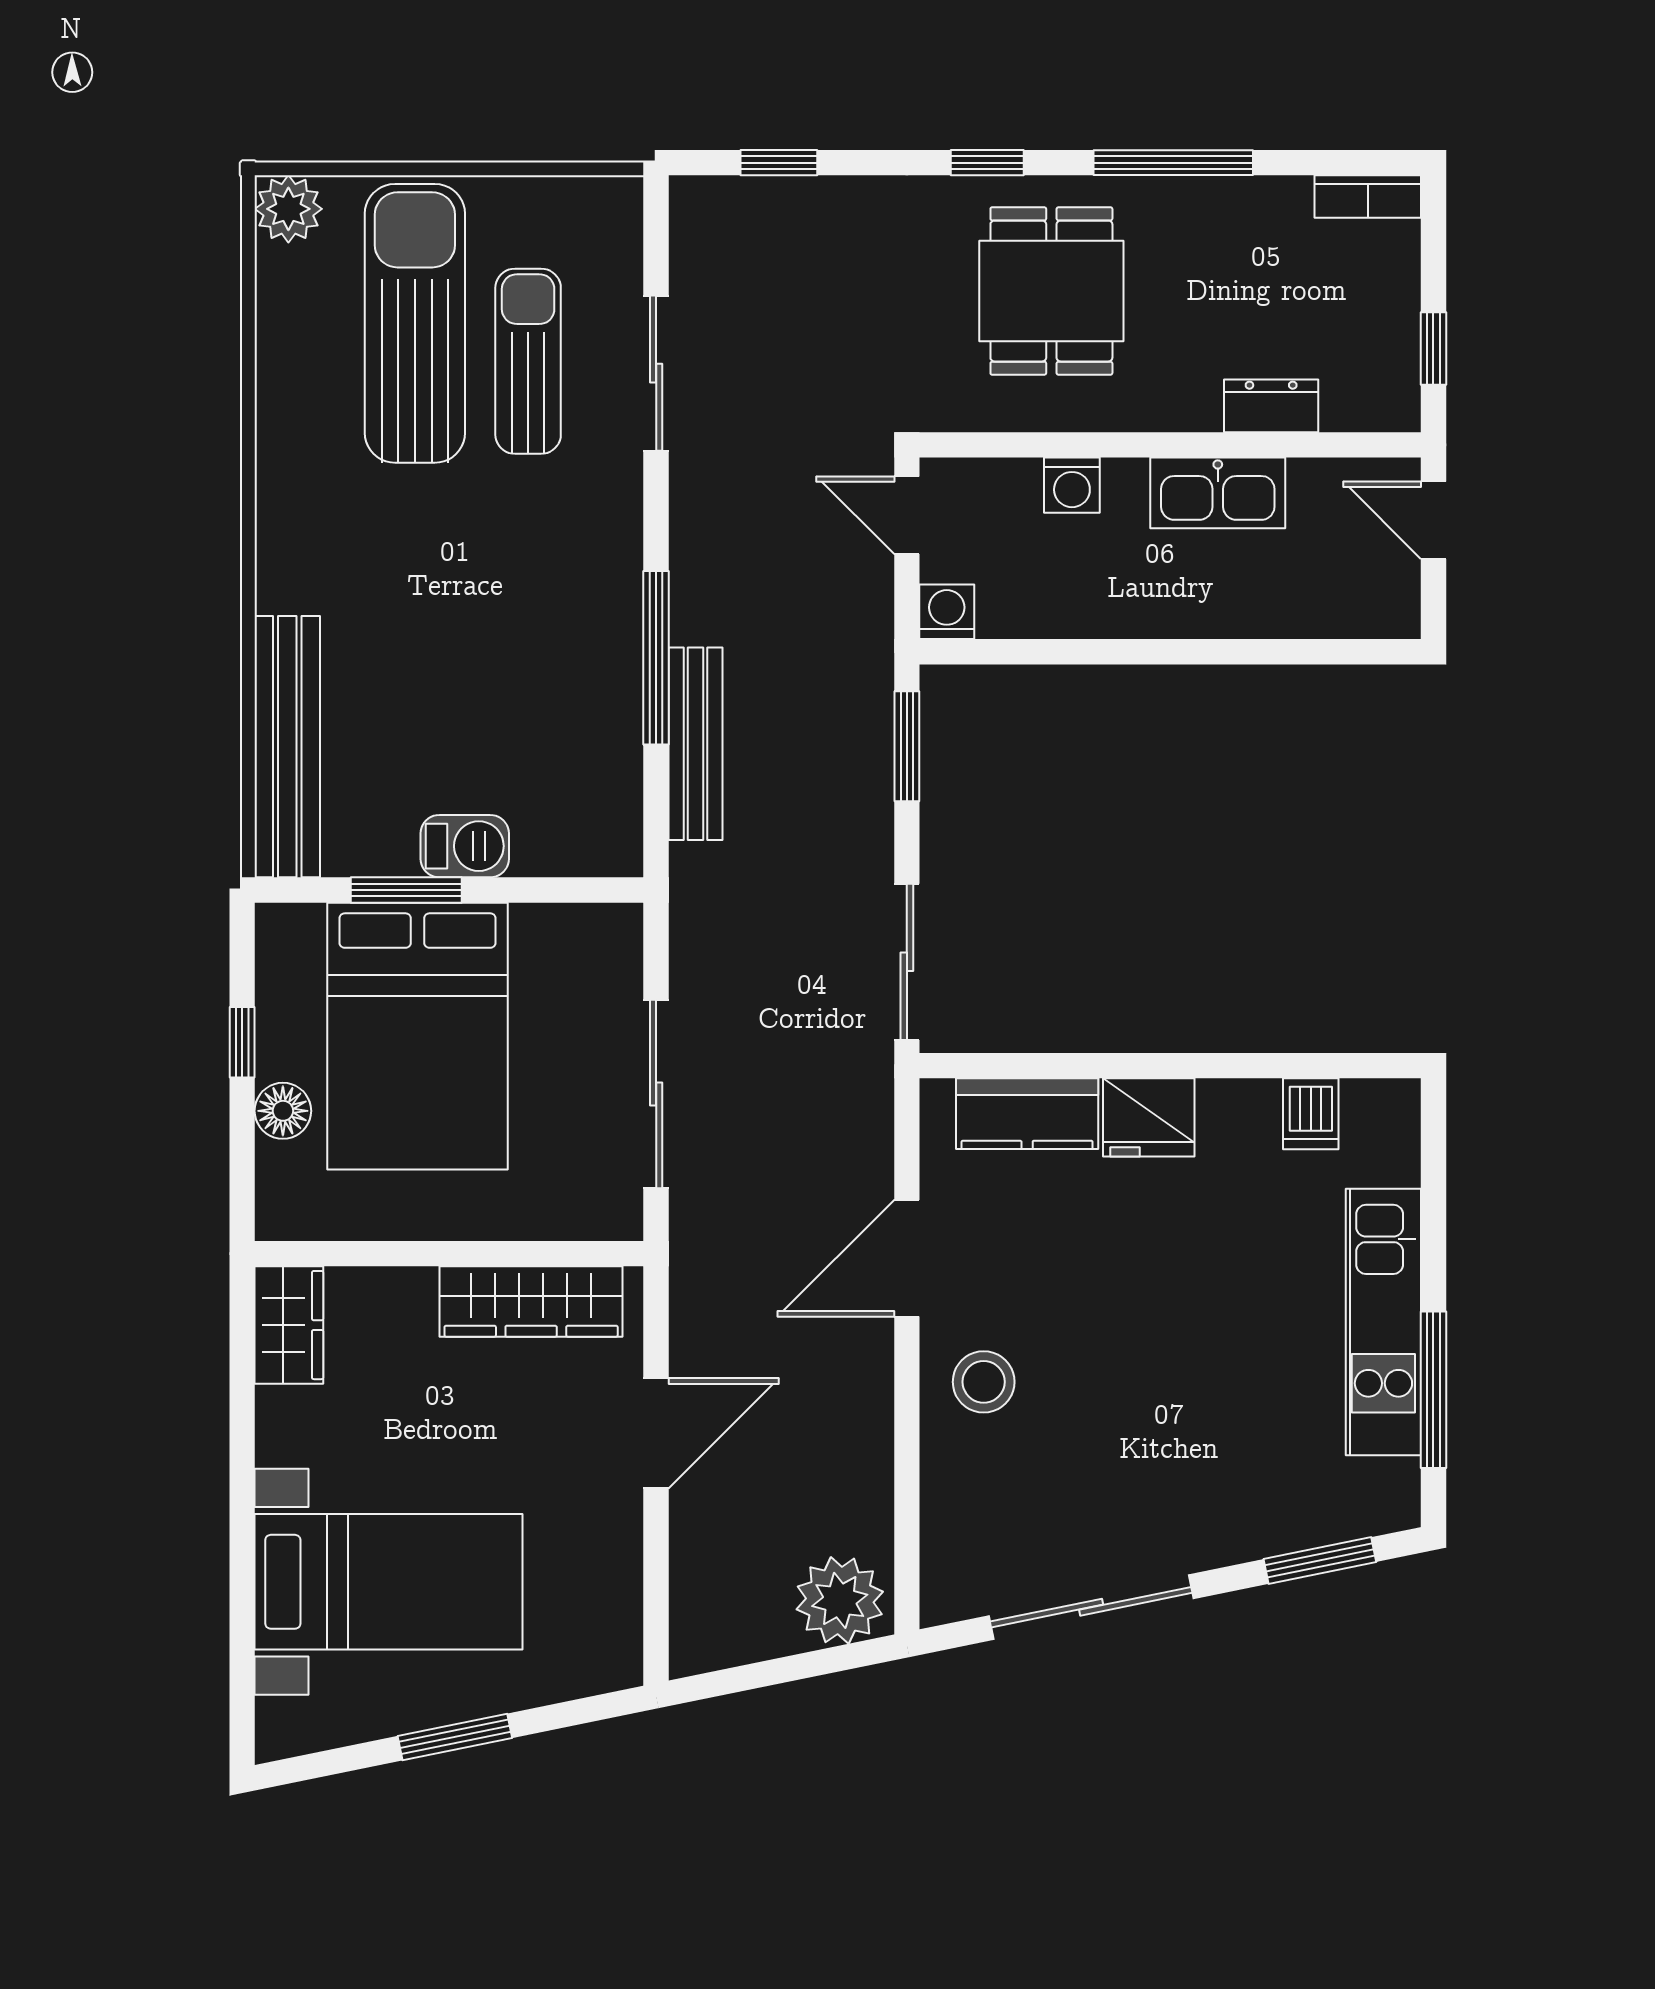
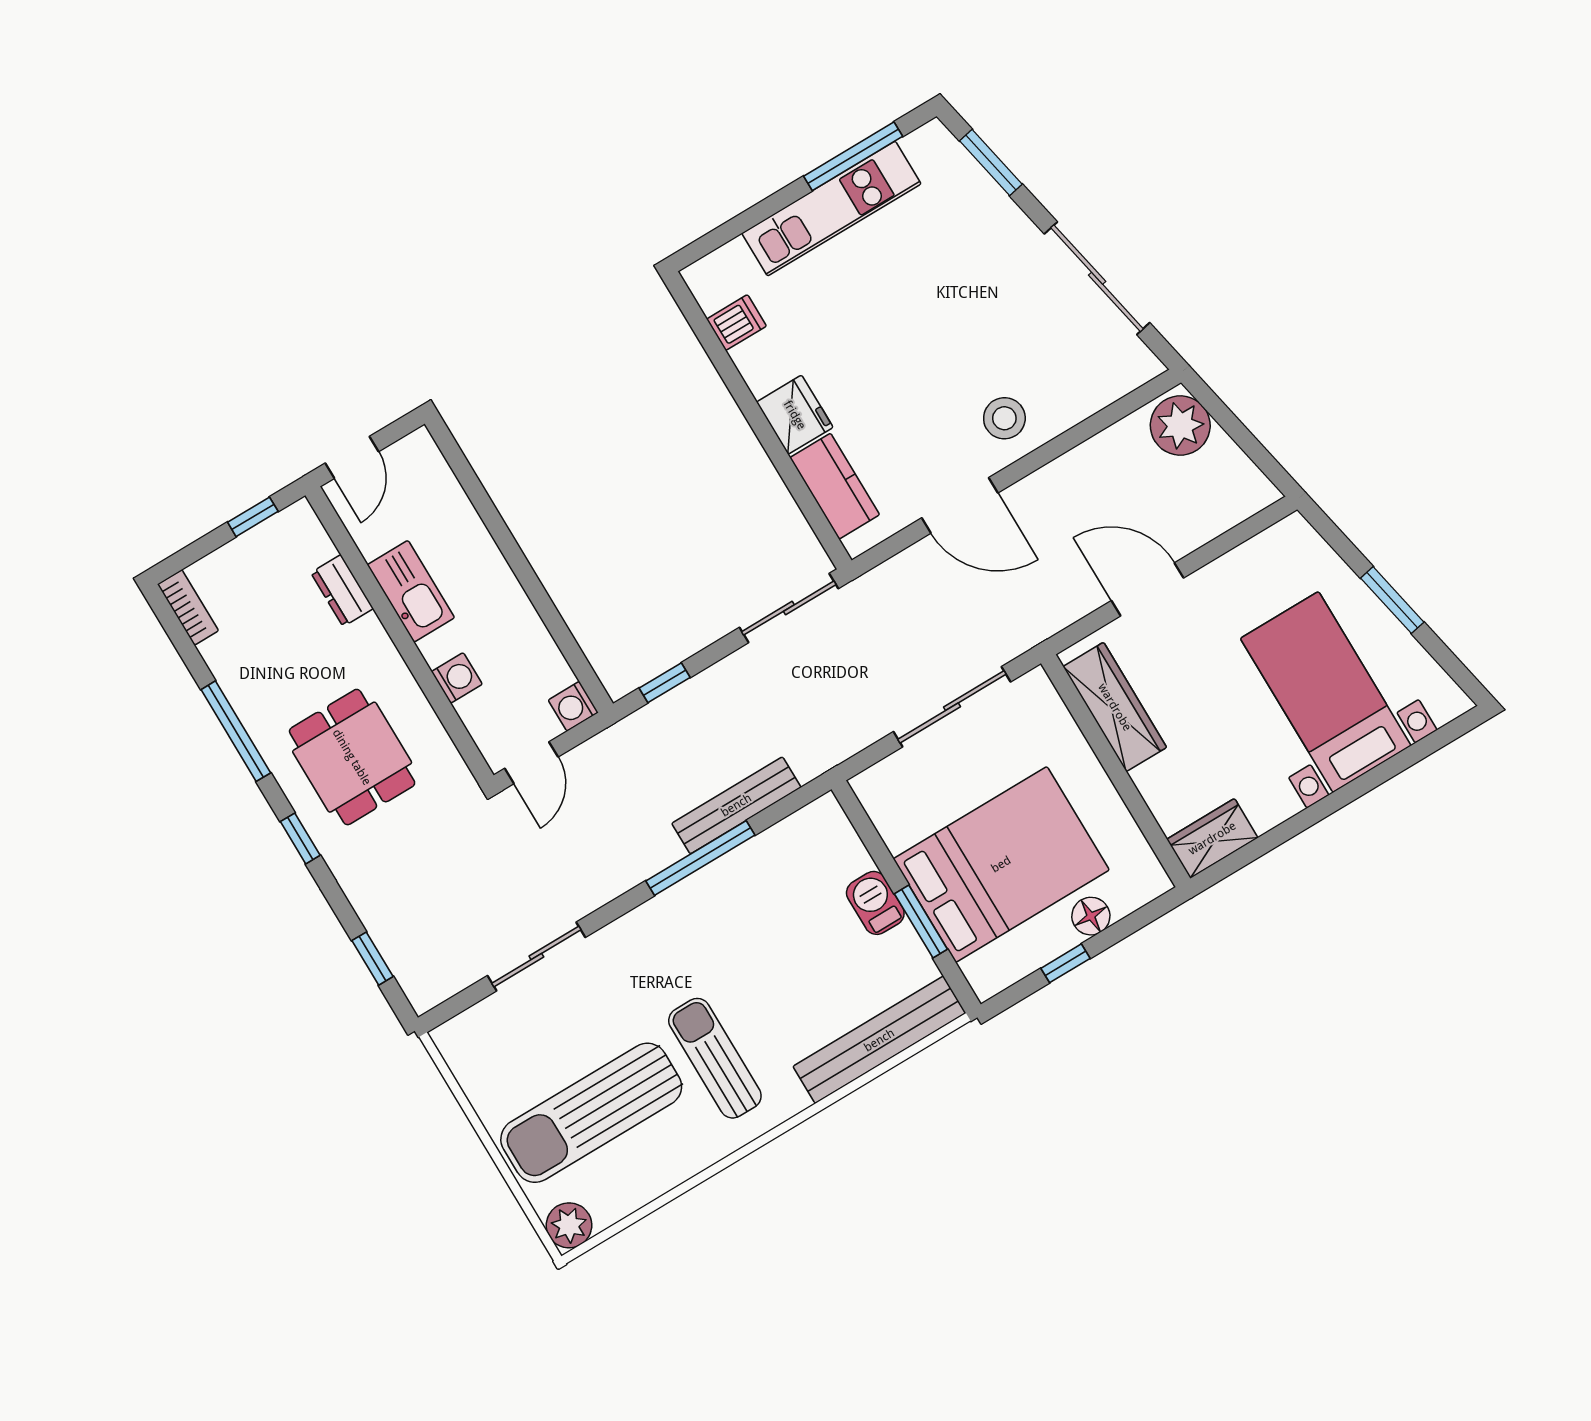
dining table: (1051, 291) -> (352, 757), turned 90
sun lounger: (528, 361) -> (715, 1058), moved, turned 90
window: (907, 746) -> (665, 683), width x0.67

